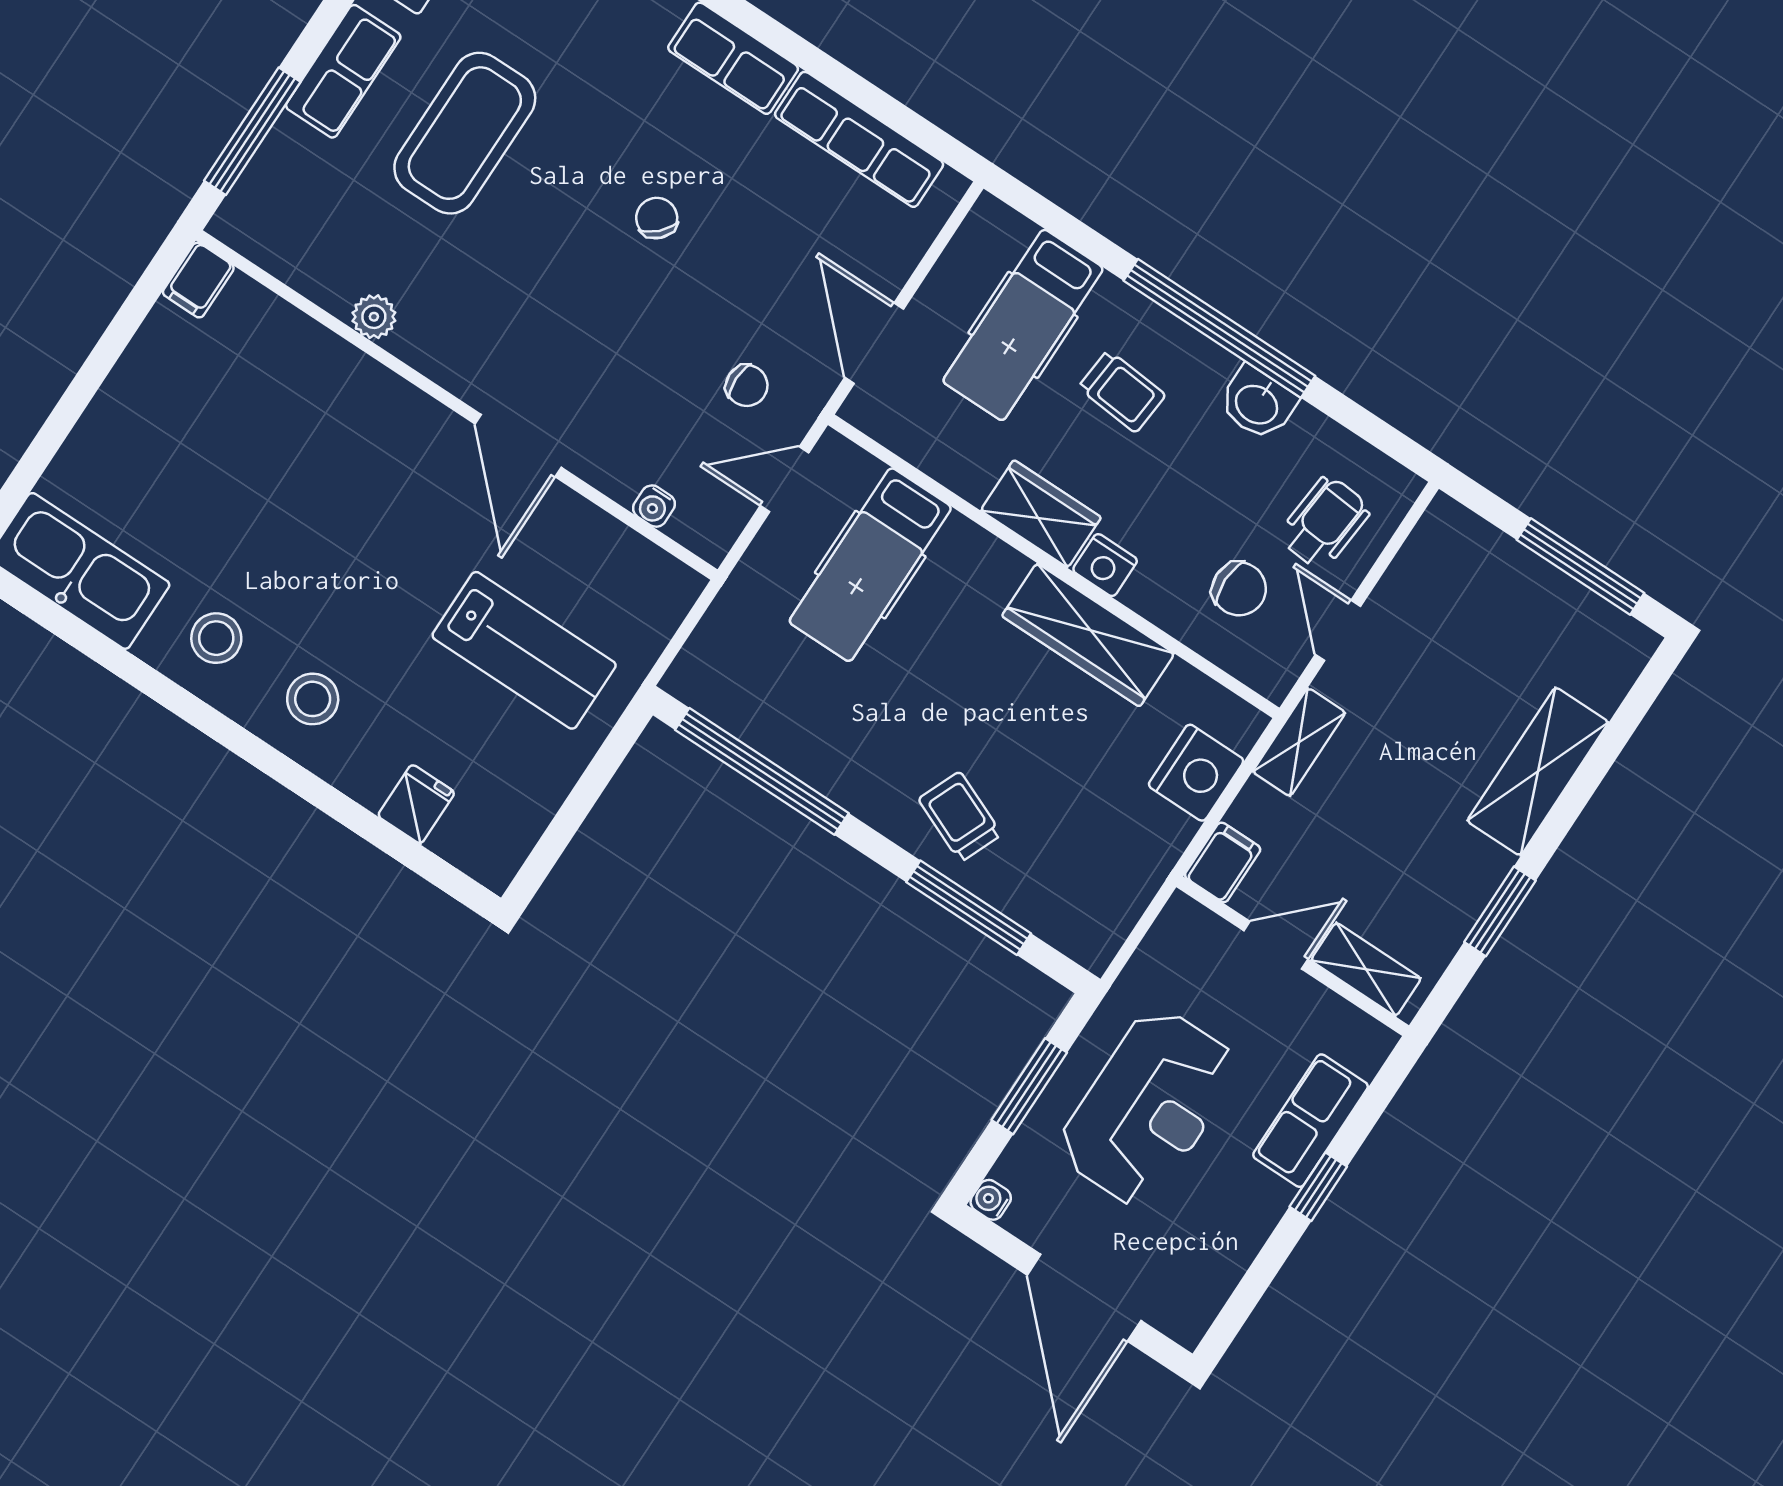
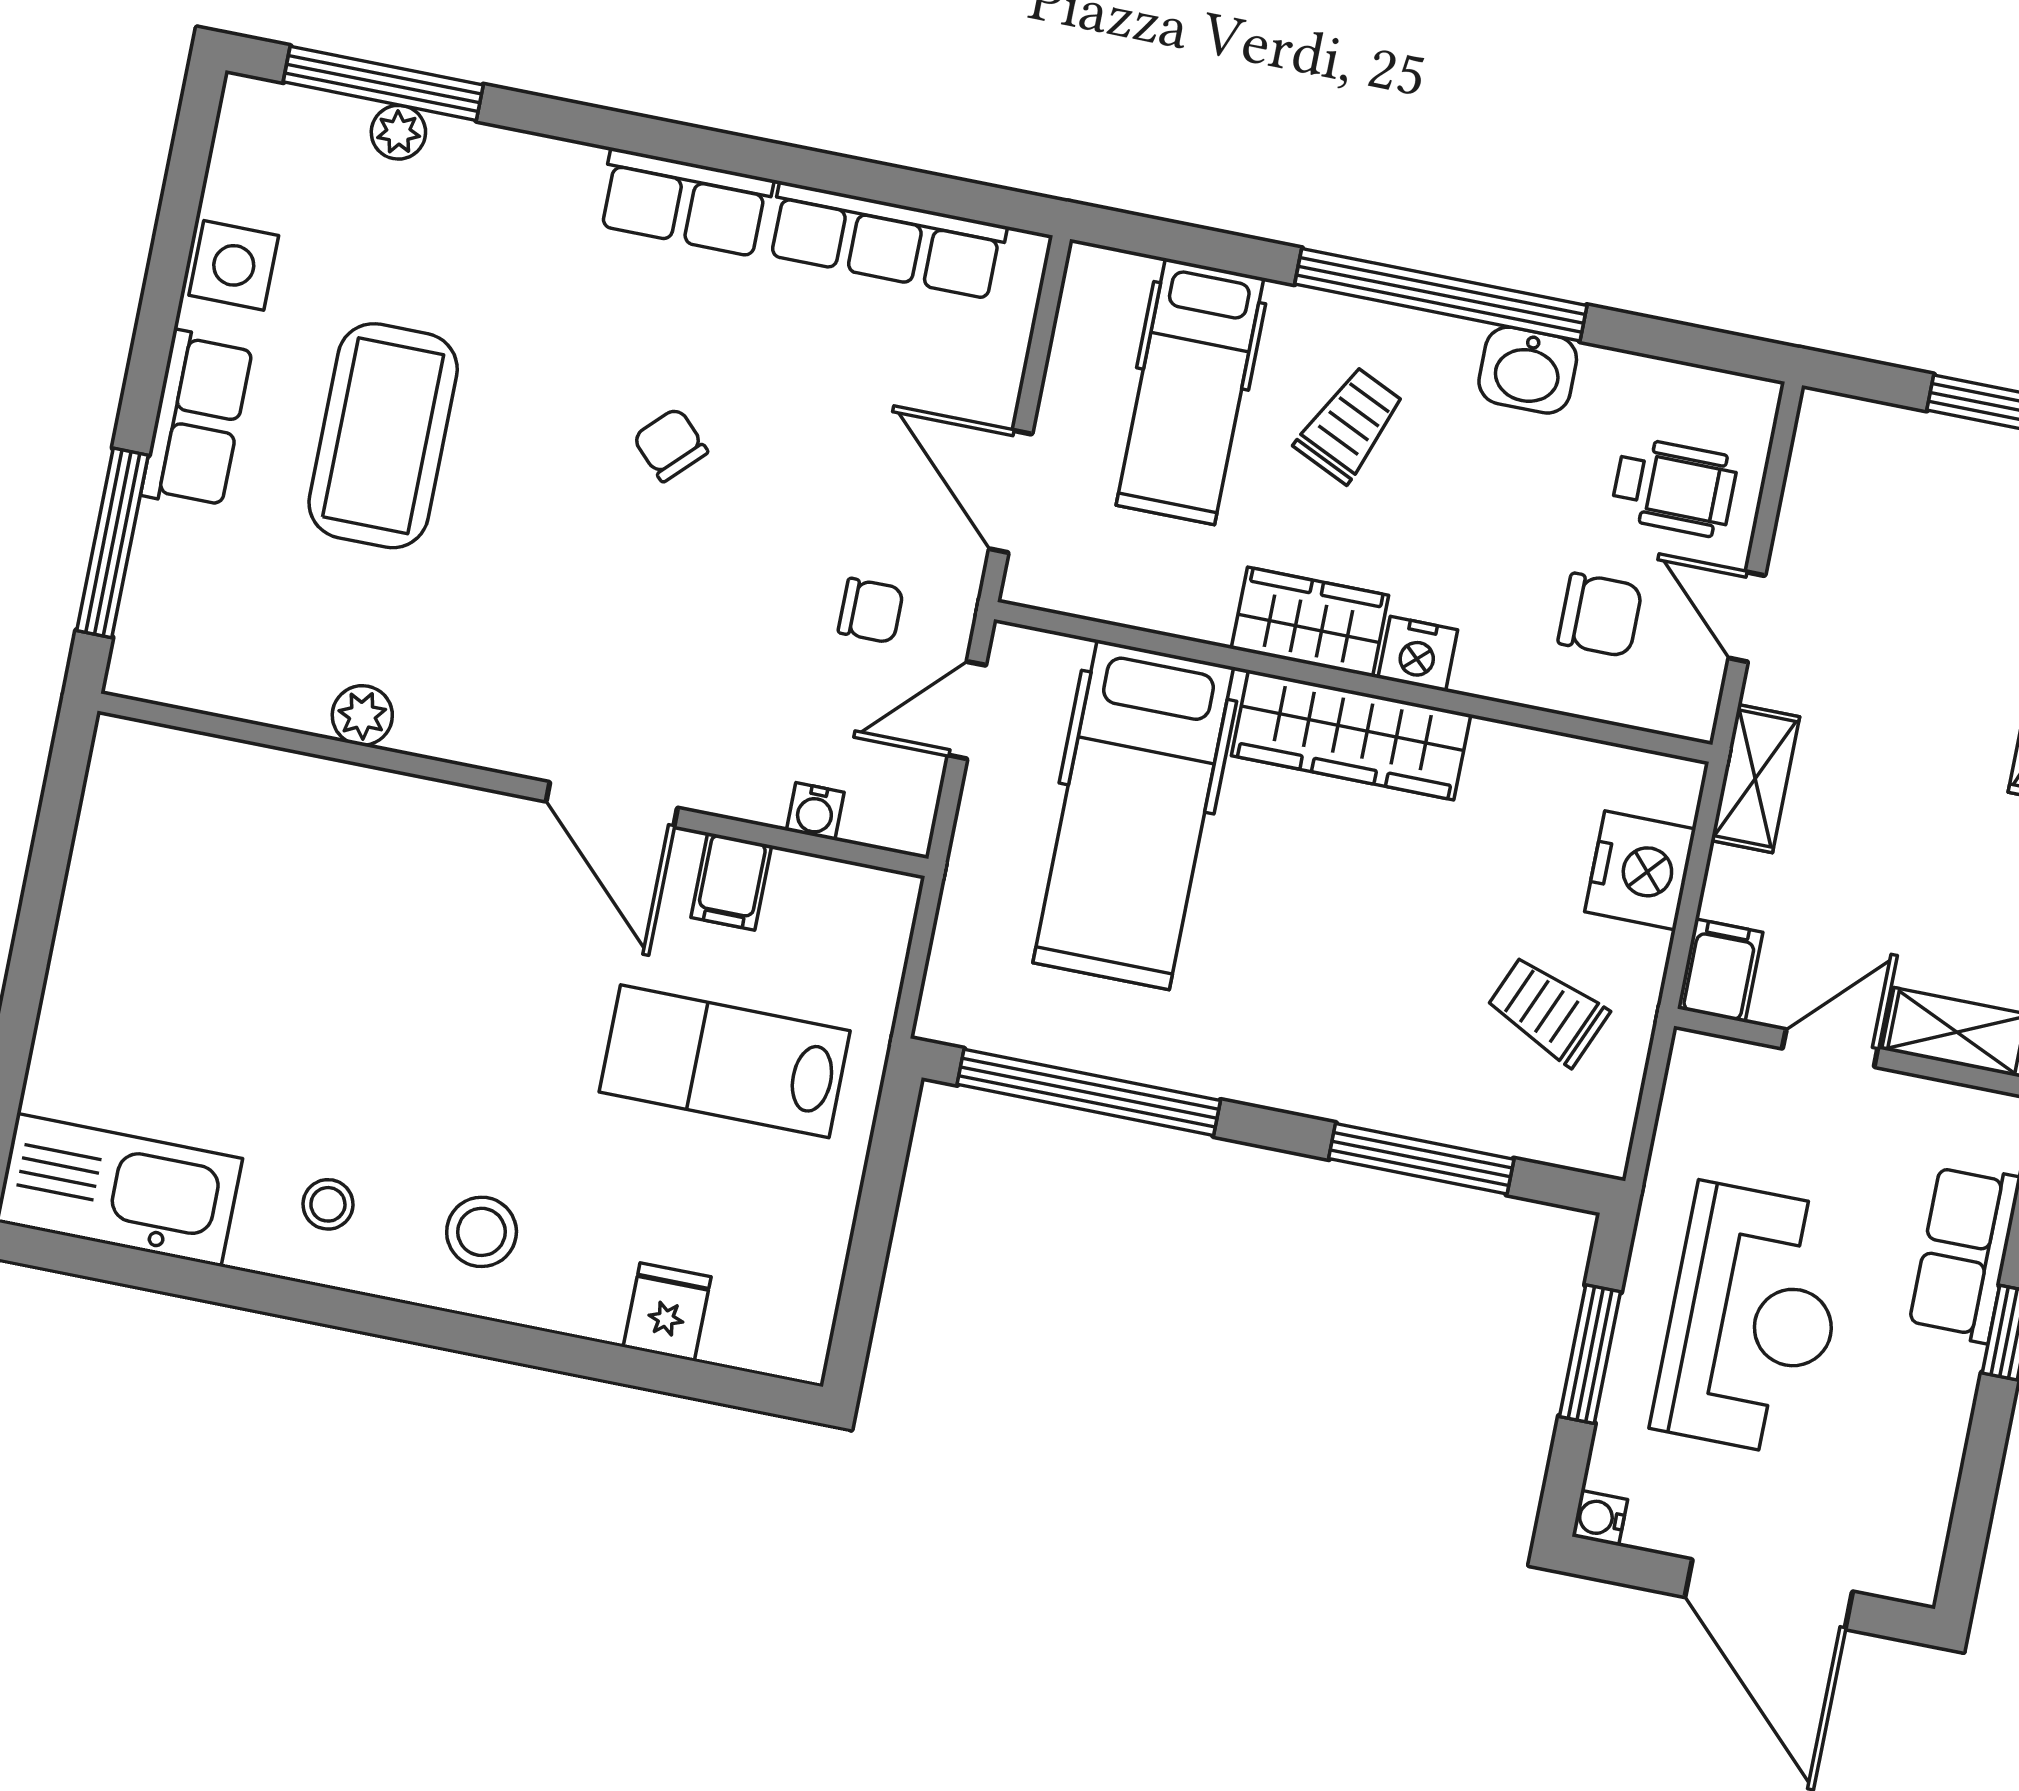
filing cabinet: (198, 280) -> (731, 881), moved
trolley: (1122, 391) -> (1350, 425), turned -70
wheelchair: (1324, 523) -> (1674, 487), turned 85
hospital bed: (870, 565) -> (1133, 815), width x1.37, depth x1.29
wardrobe: (1088, 635) -> (1351, 735), moved
stool: (216, 638) -> (328, 1204), width x0.73, depth x0.73
lab bench: (524, 650) -> (725, 1061), turned 180
trolley: (960, 817) -> (1548, 1011), moved

